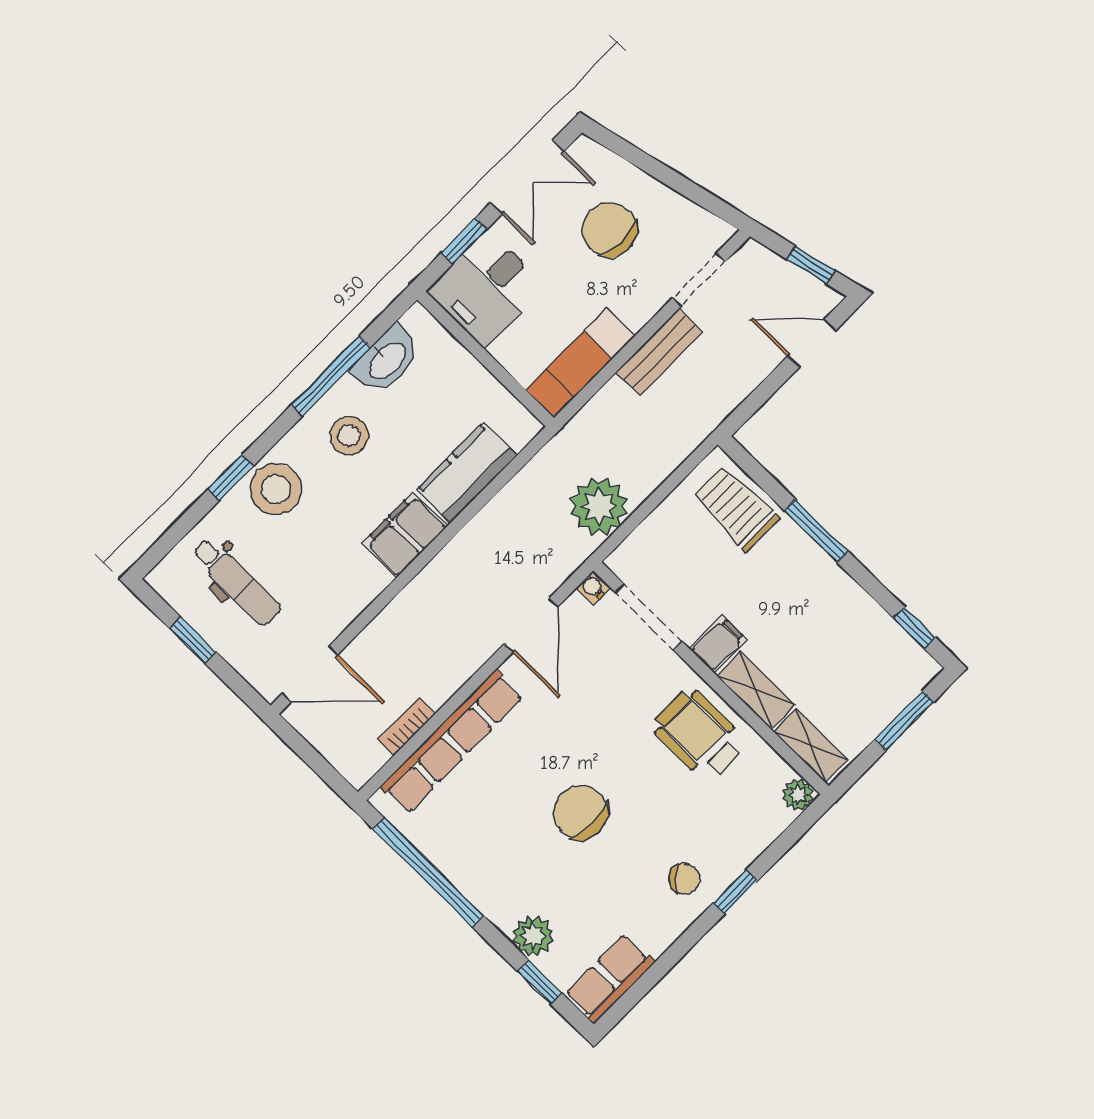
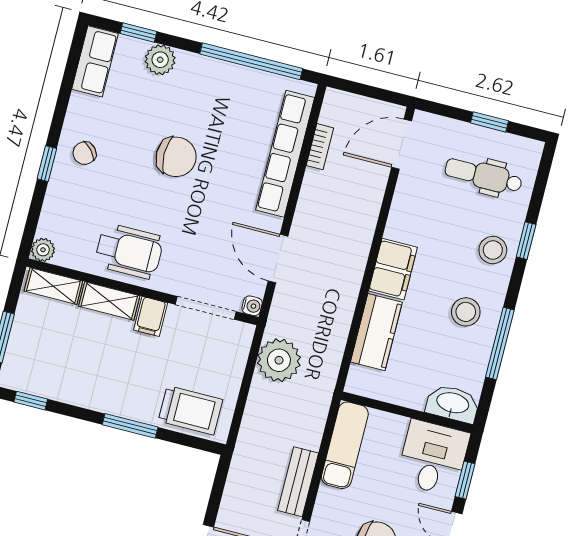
washbasin: (387, 360) -> (453, 404), moved, turned 90
stool: (276, 489) -> (493, 250), width x0.73, depth x0.73

